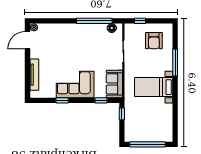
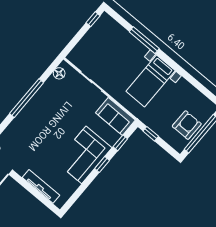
window: (94, 21) -> (27, 98), moved
window: (140, 21) -> (93, 19), moved
armchair: (154, 41) -> (187, 125), moved, turned -90
window: (62, 100) -> (102, 165), moved

